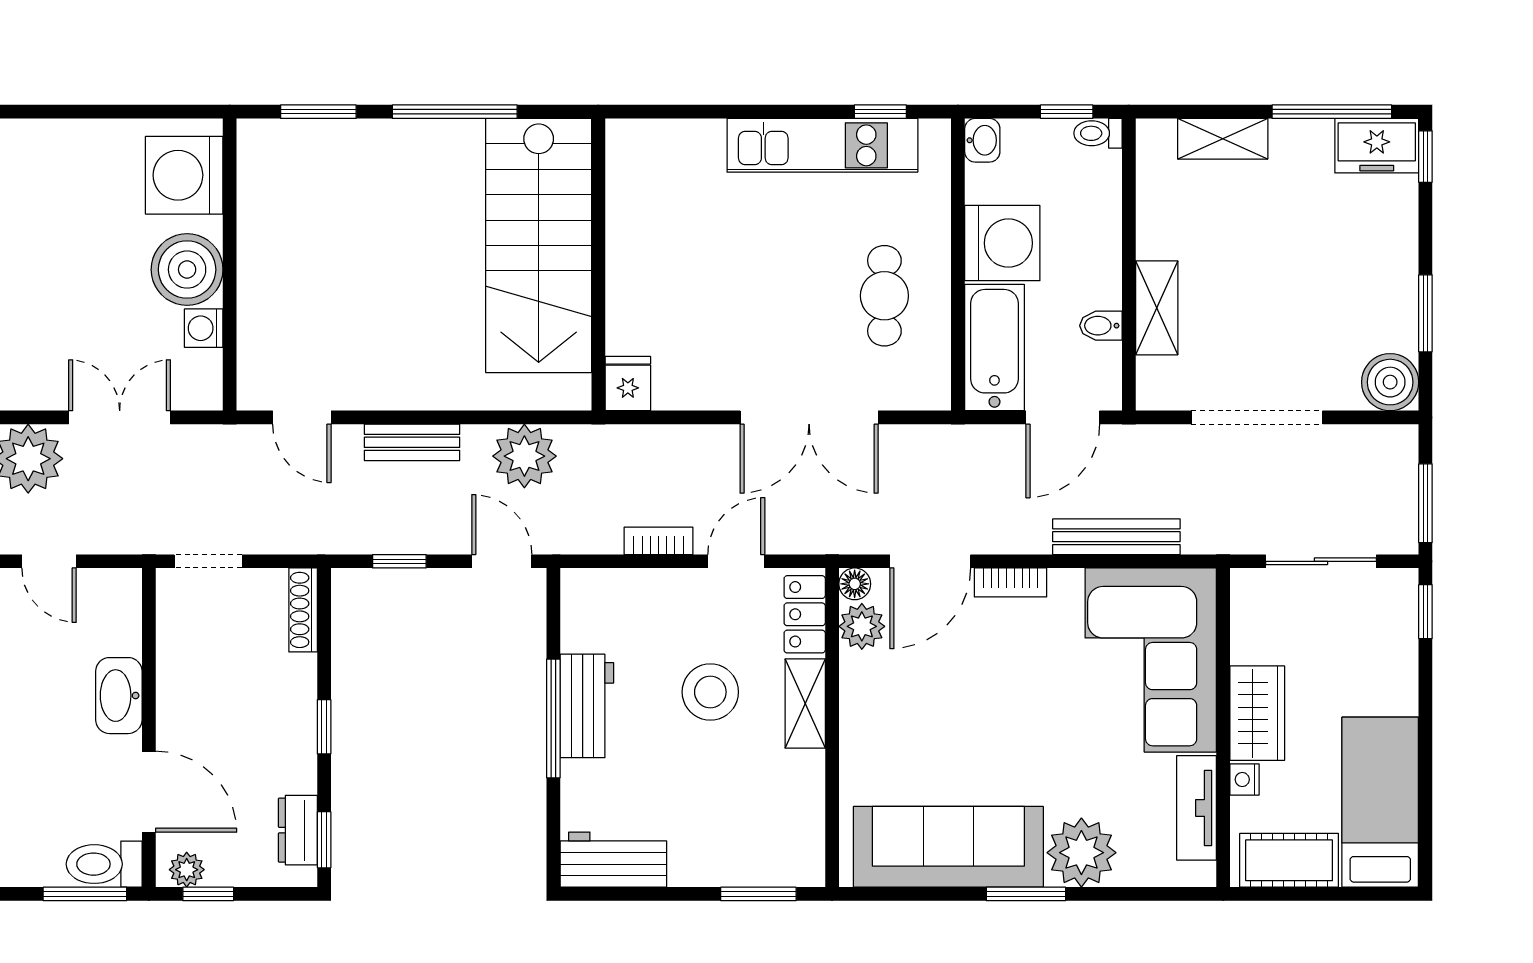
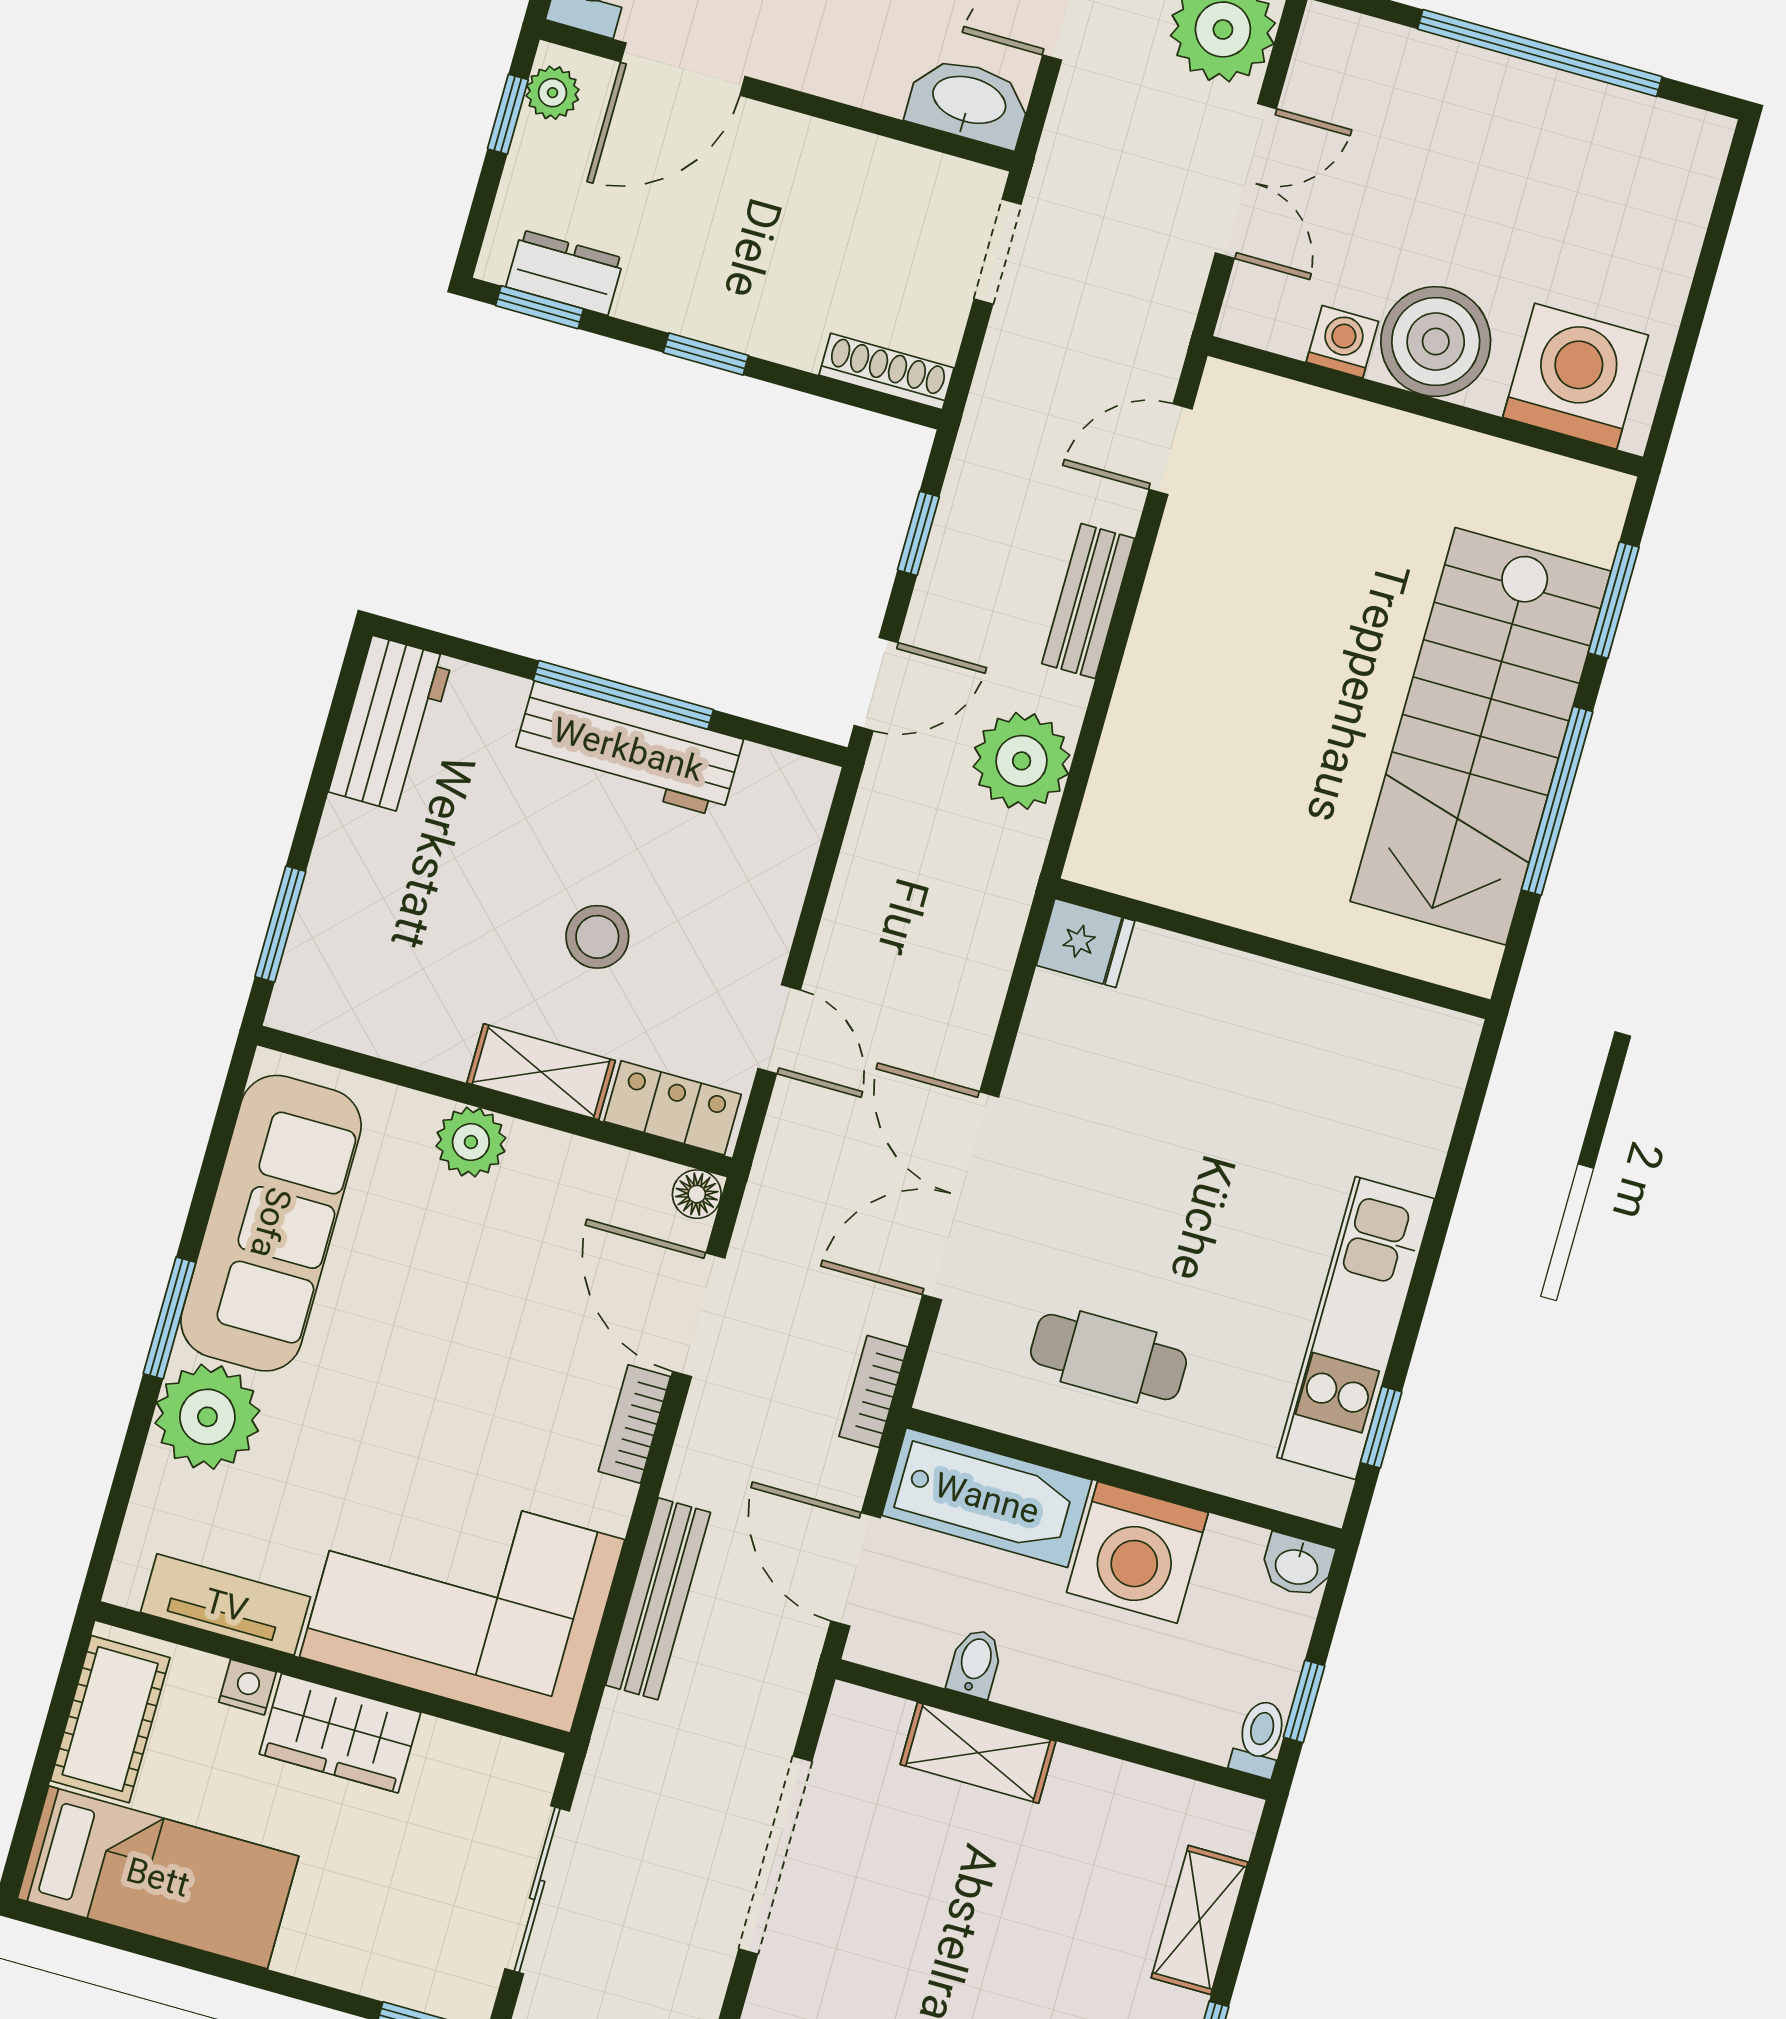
stairs: (539, 246) -> (1481, 736), moved, turned -90
bookcase: (658, 541) -> (873, 1392), moved, turned 180
plant: (862, 626) -> (471, 1142), moved
stool: (710, 692) -> (597, 937), width x0.73, depth x0.73
washbasin: (119, 696) -> (969, 102), moved
workbench: (587, 706) -> (628, 749), width x1.37

